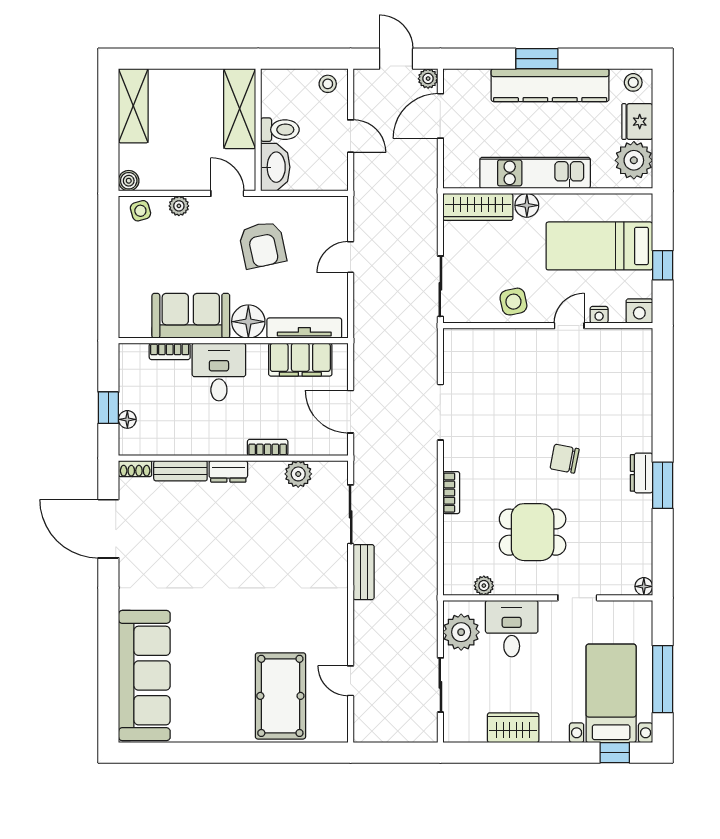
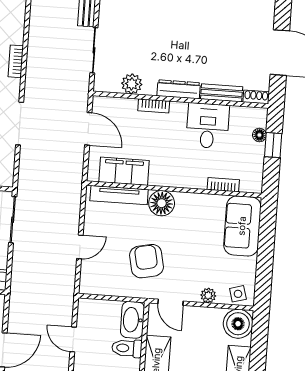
boiler: (129, 181) -> (238, 324), width x1.86, depth x1.86
sofa: (191, 316) -> (242, 226), moved, turned 90
desk: (219, 372) -> (208, 126), moved, turned 180
dresser: (228, 471) -> (179, 89), width x1.44

